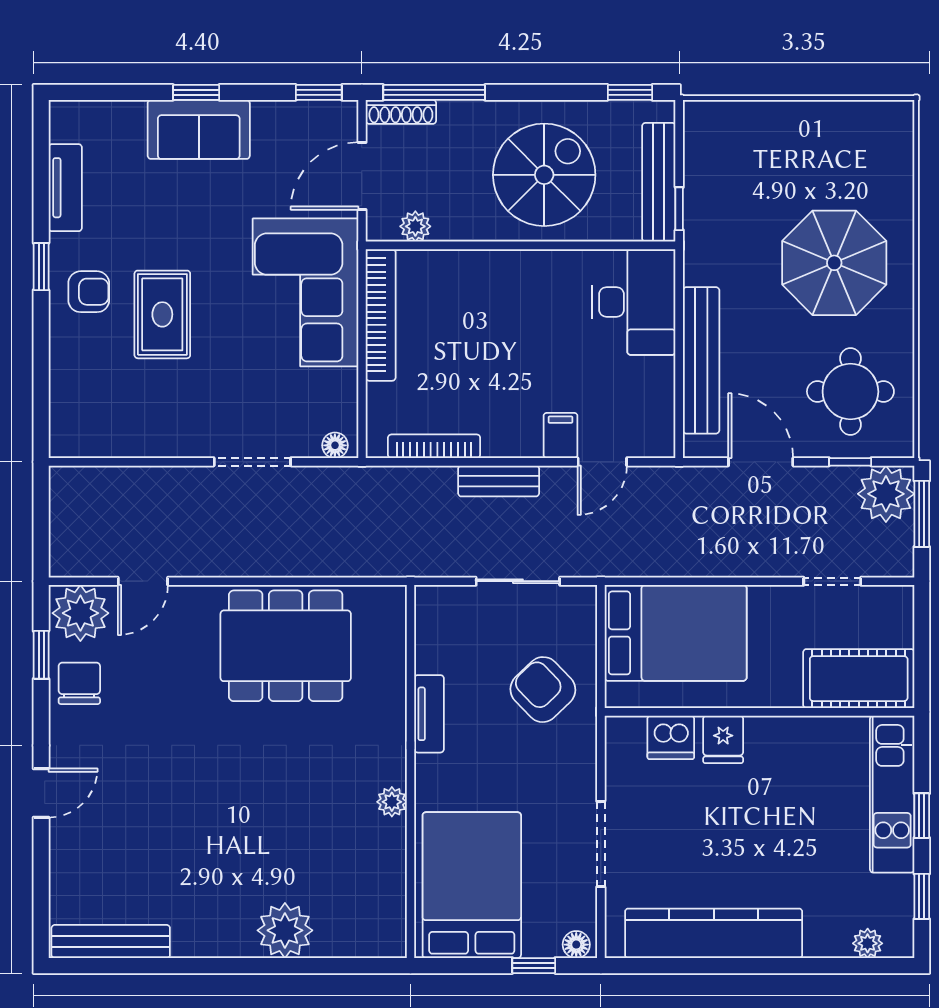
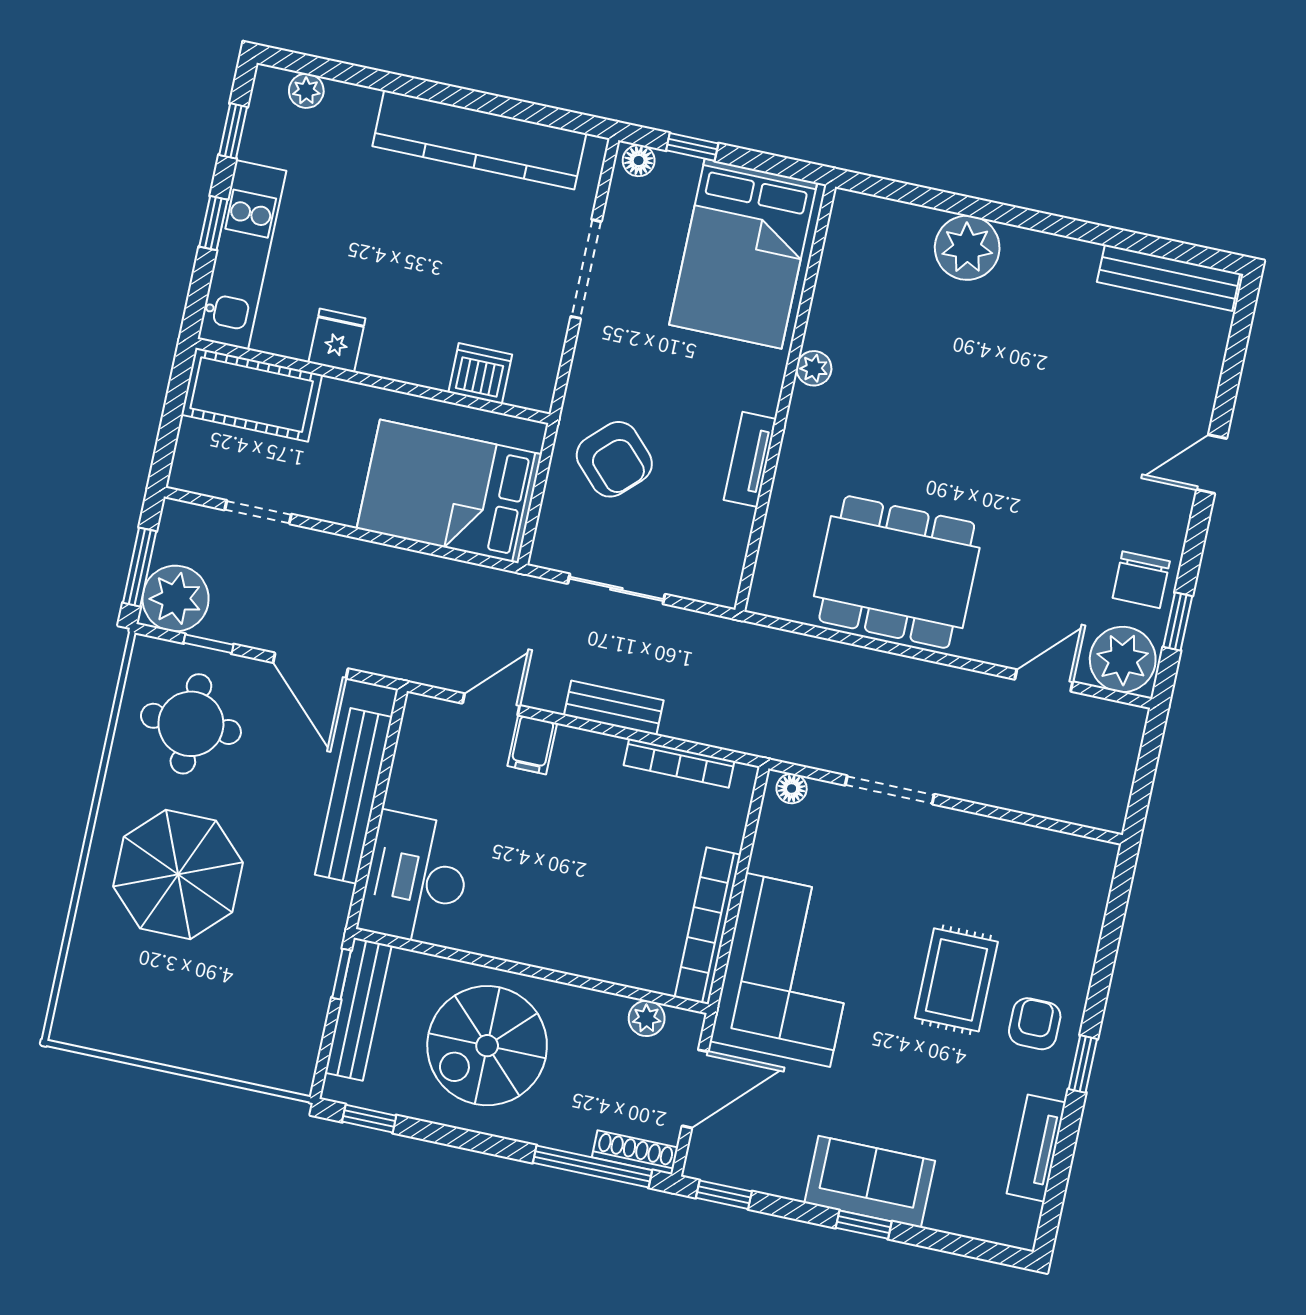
armchair: (89, 292) -> (1035, 1024), turned 90
fridge: (723, 739) -> (337, 340), moved

